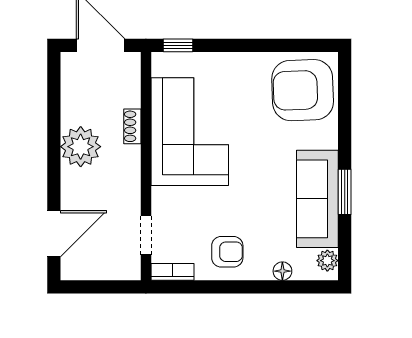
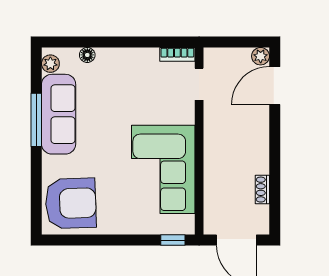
shoe rack: (132, 126) -> (262, 190), moved, turned 180
plant: (81, 147) -> (261, 56), moved, width x0.53, depth x0.53
window: (345, 192) -> (36, 120), width x1.44
armchair: (227, 252) -> (132, 71), removed

